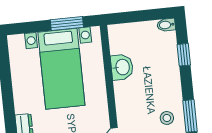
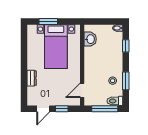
window: (67, 24) -> (48, 21), moved
washbasin: (122, 67) -> (90, 39), moved

